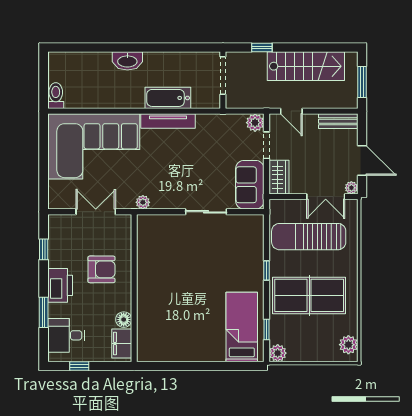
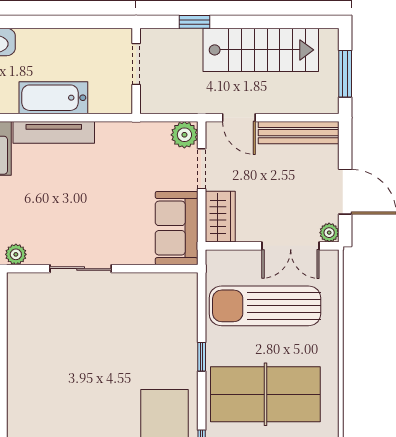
doorway: (223, 75) -> (136, 64), width x0.73
bench: (338, 121) -> (299, 133), width x1.36
sliding door: (206, 212) -> (81, 269), moved

